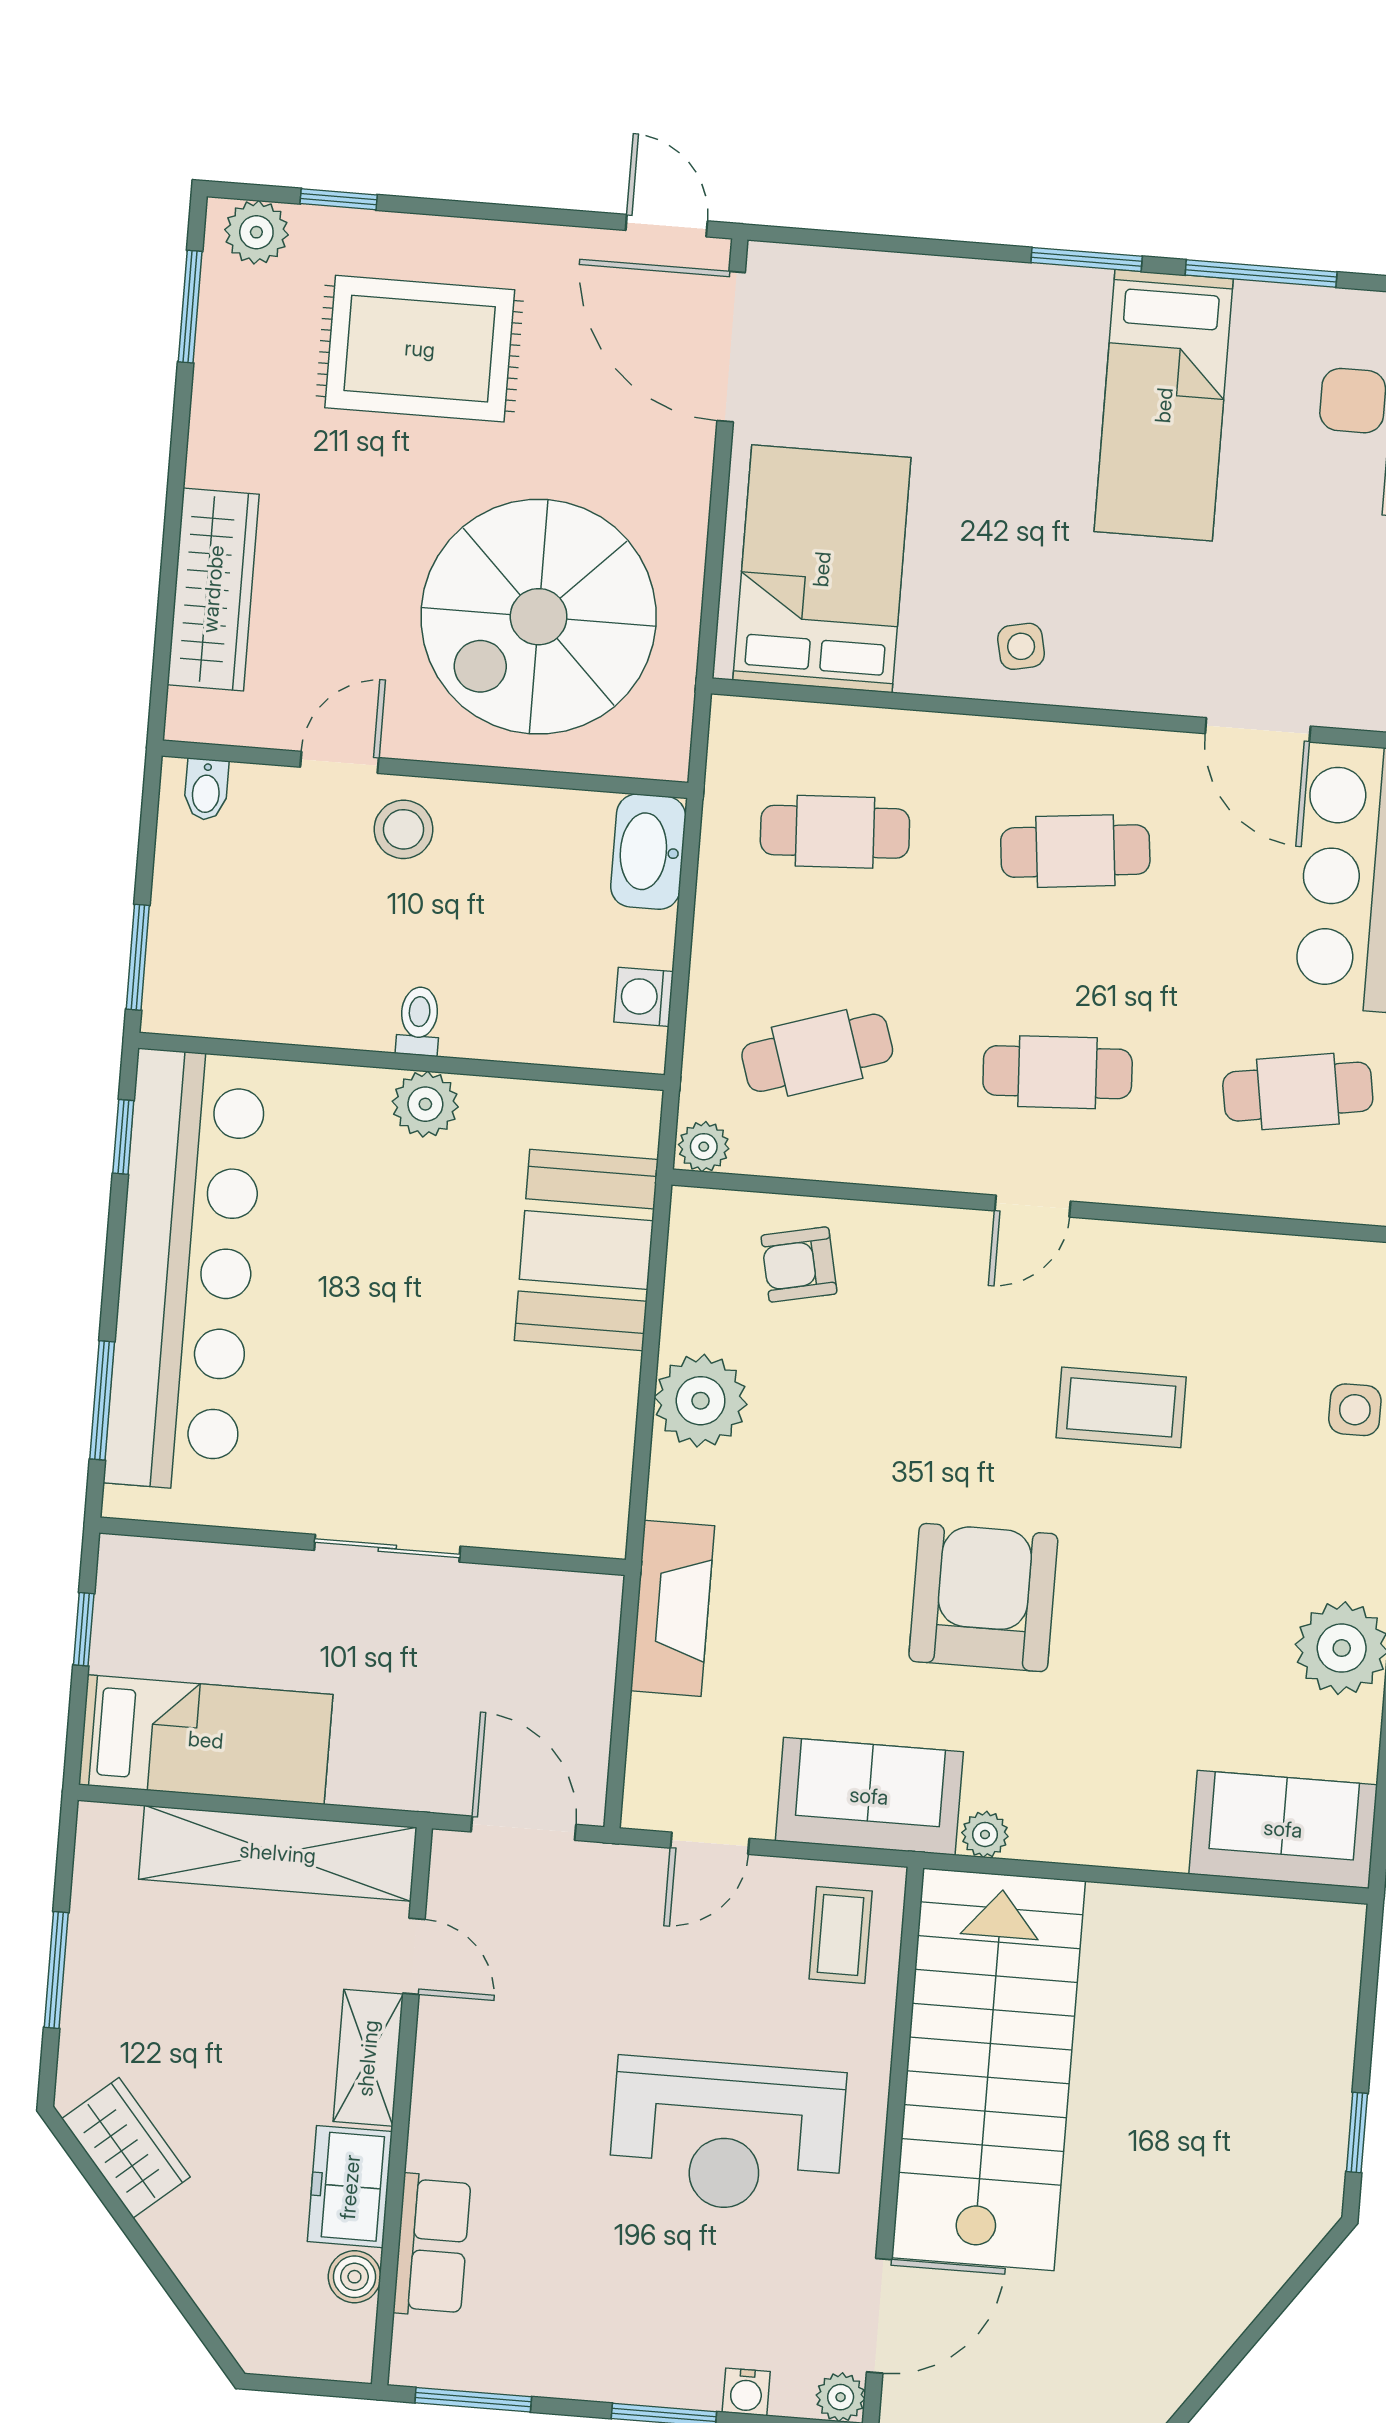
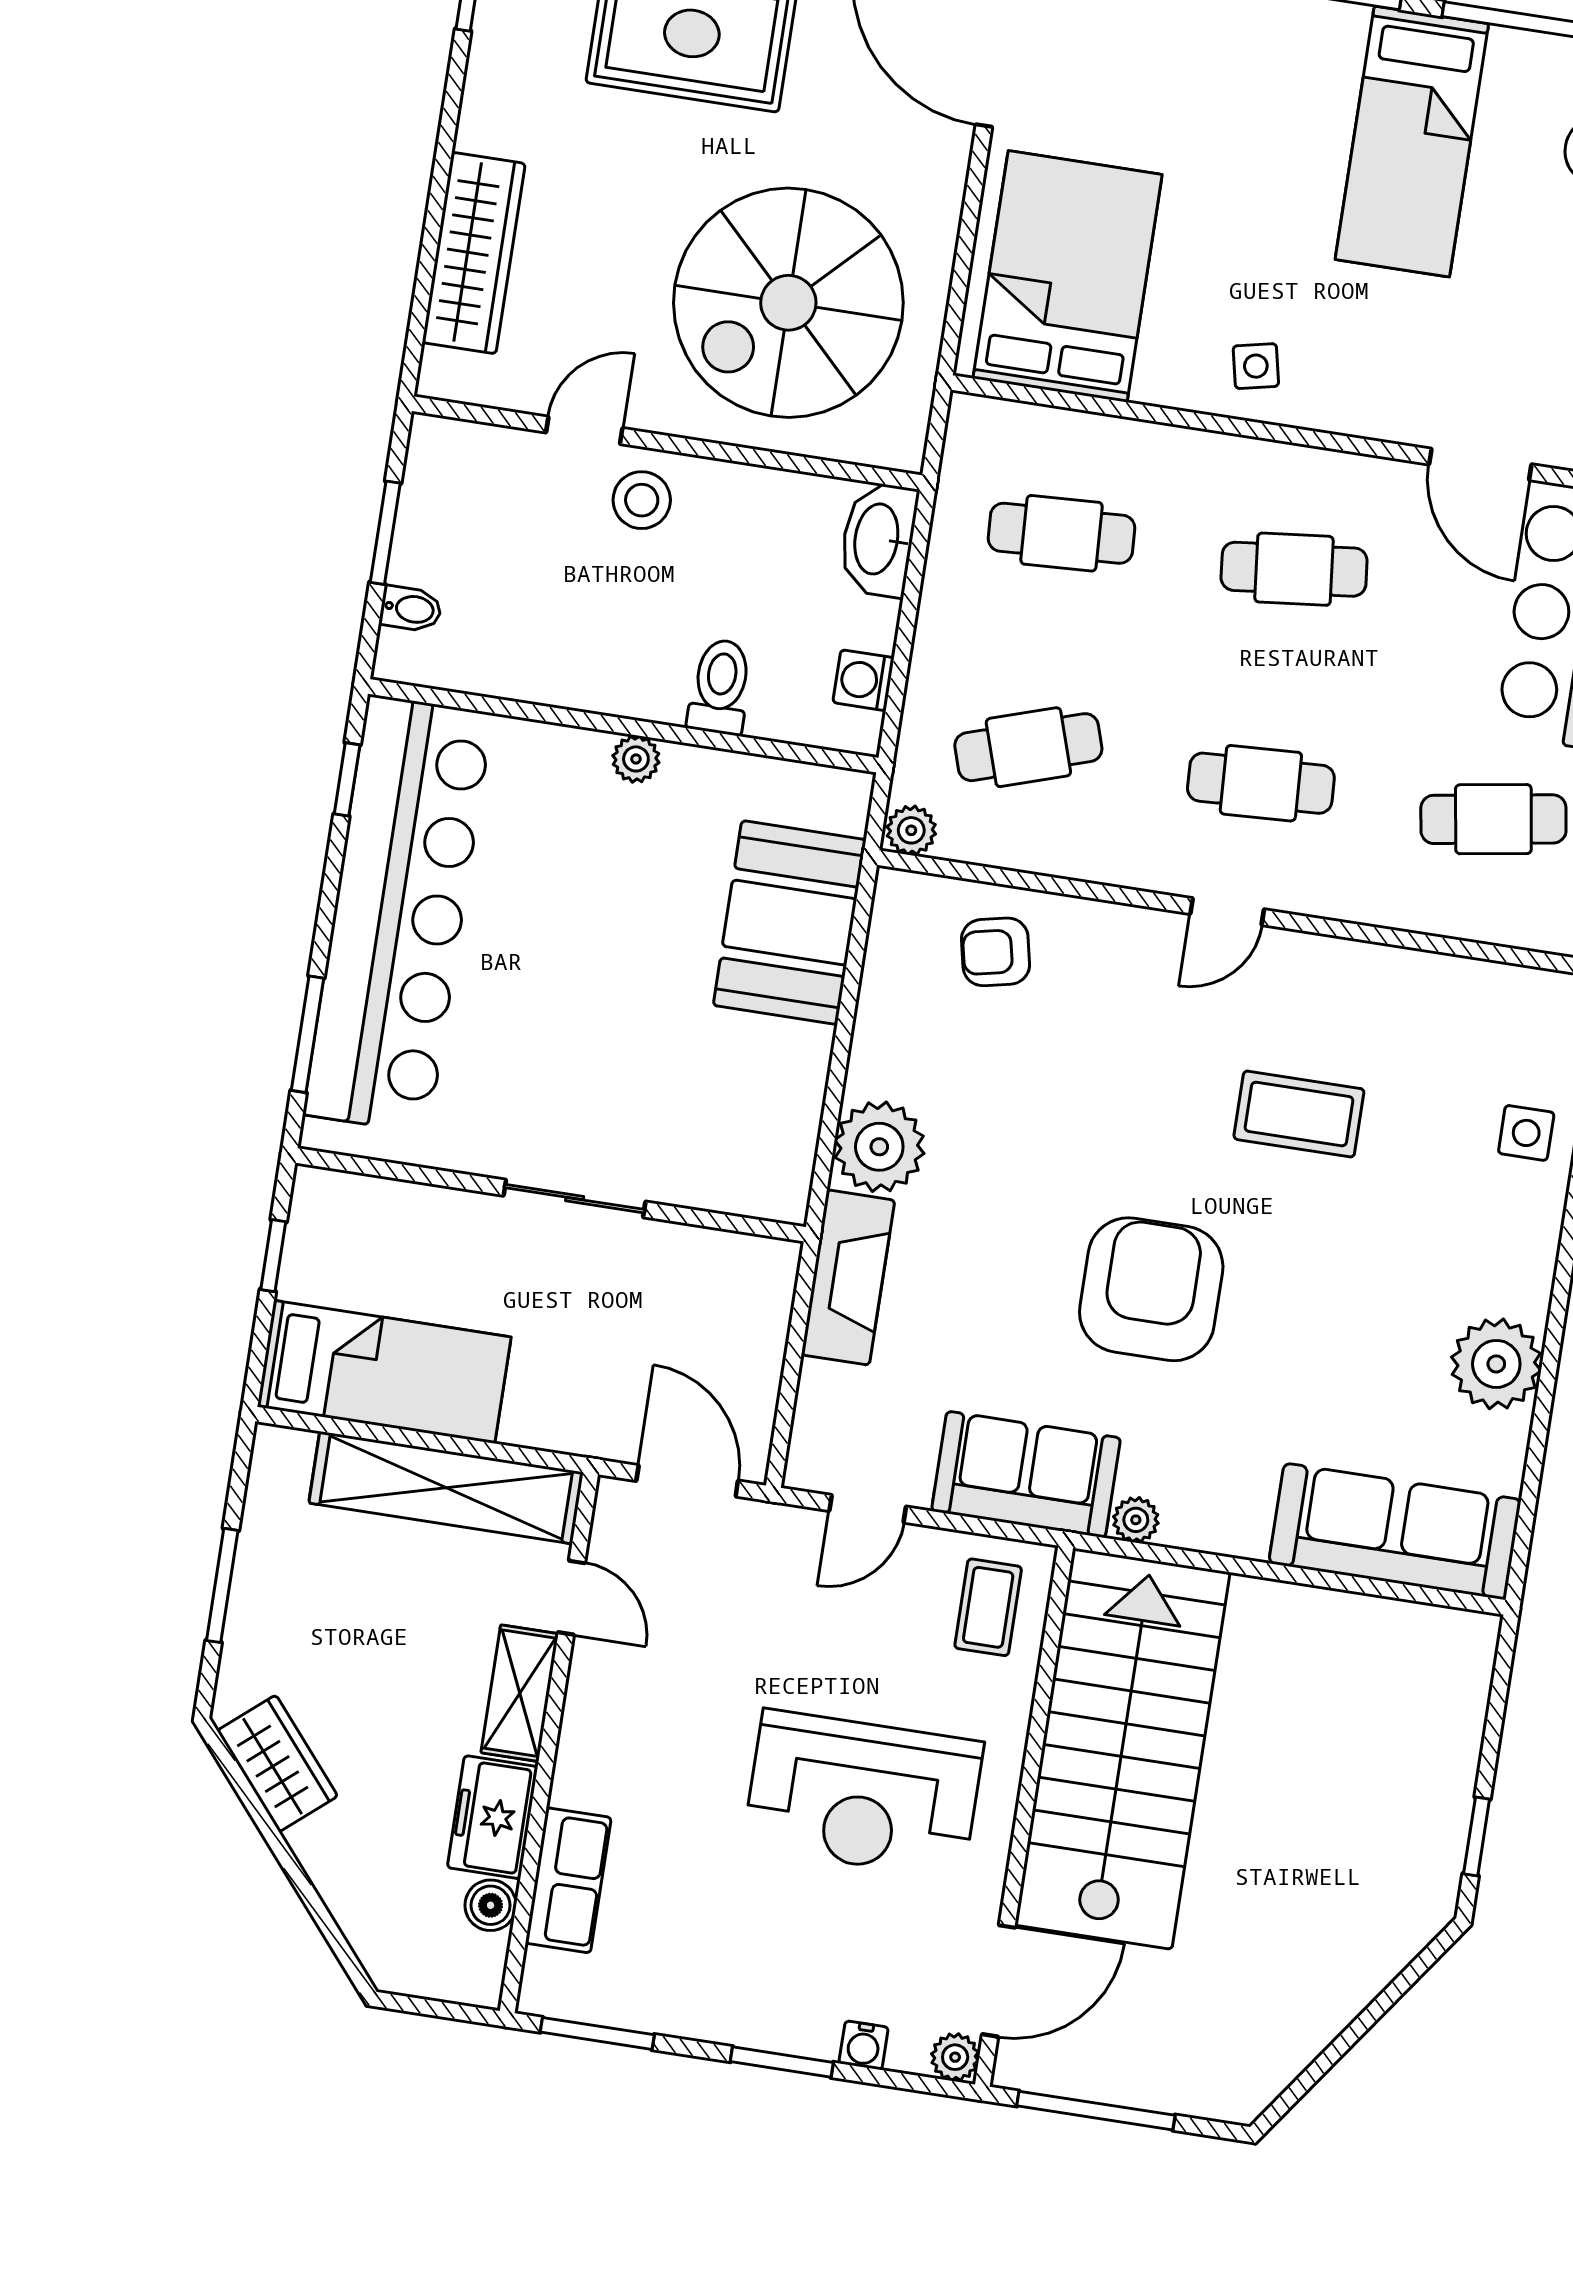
bidet: (206, 790) -> (411, 609), moved, turned -90
window: (138, 957) -> (385, 533), moved
toilet: (419, 1021) -> (720, 687), moved, width x1.37, depth x1.39
plant: (425, 1104) -> (636, 759), width x0.73, depth x0.73
plant: (701, 1401) -> (879, 1147), moved
sofa: (1283, 1829) -> (1395, 1531), width x1.36

